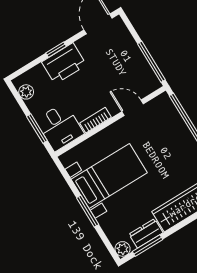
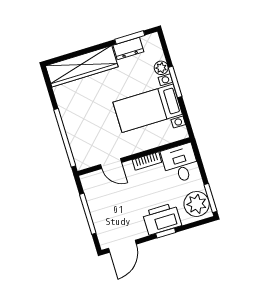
window: (151, 62) -> (88, 214), moved
plant: (26, 92) -> (197, 204), width x1.87, depth x1.87
window: (37, 129) -> (210, 198), moved
plant: (123, 249) -> (161, 68), moved

